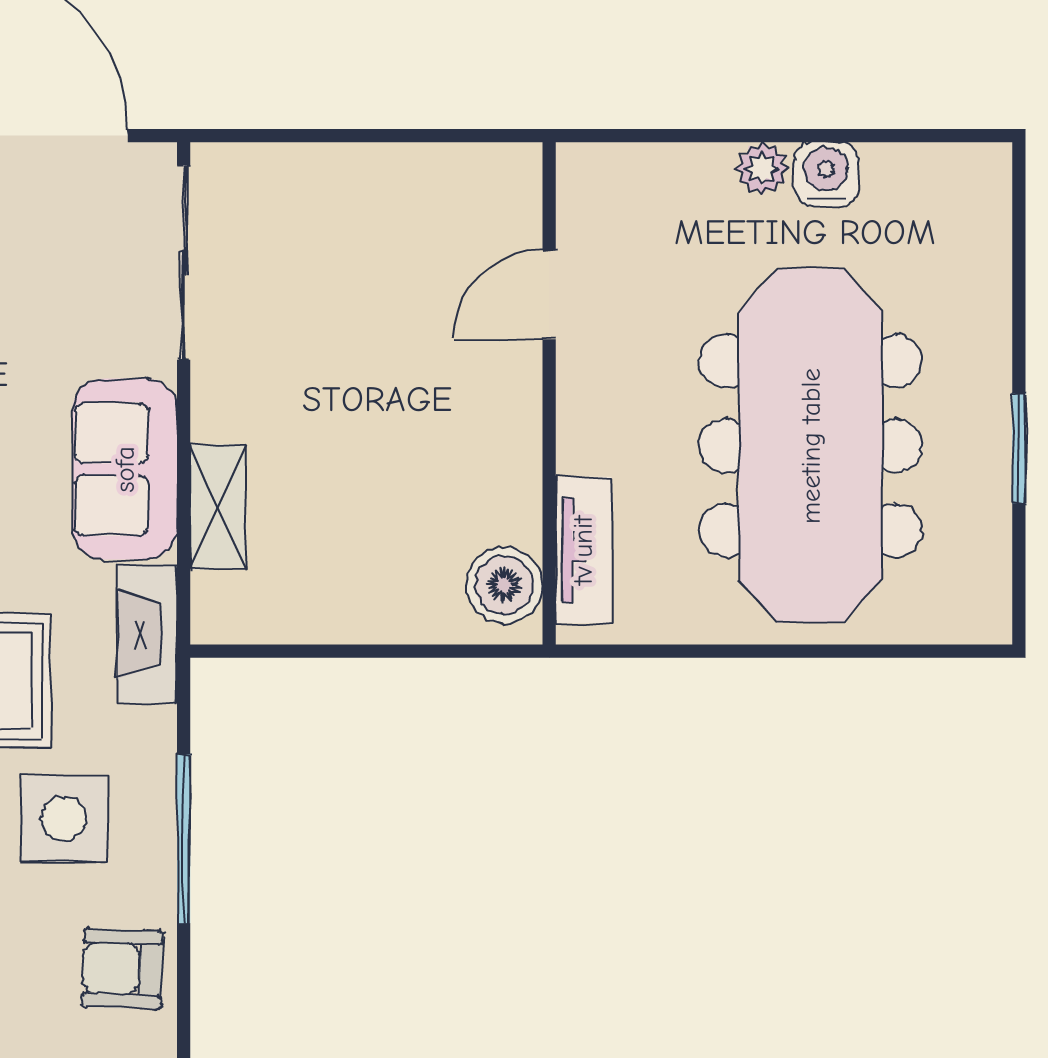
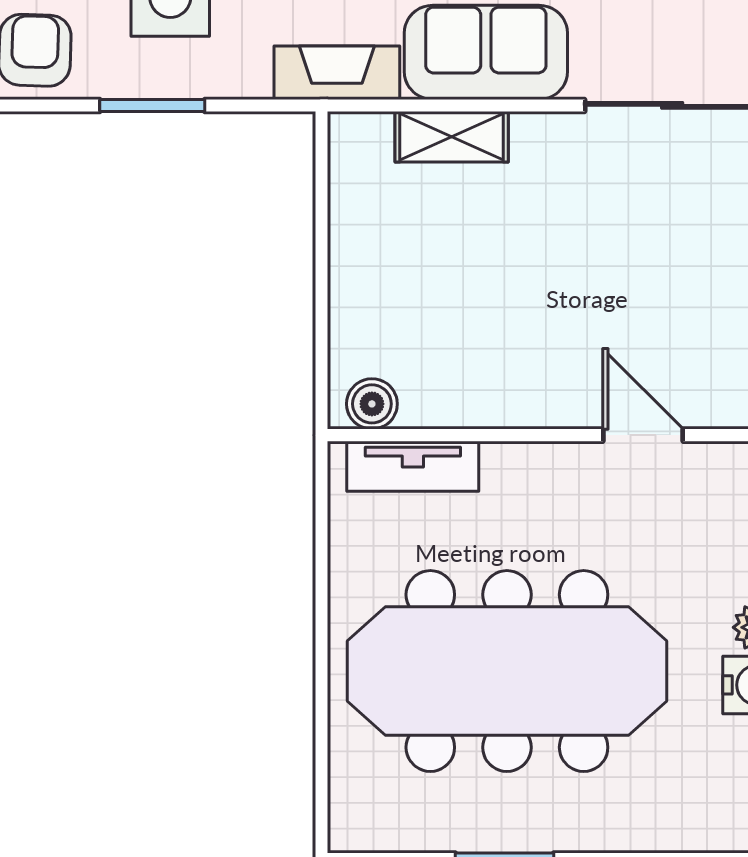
boiler: (504, 585) -> (372, 404), width x0.73, depth x0.73
window: (184, 839) -> (152, 105), width x0.69

